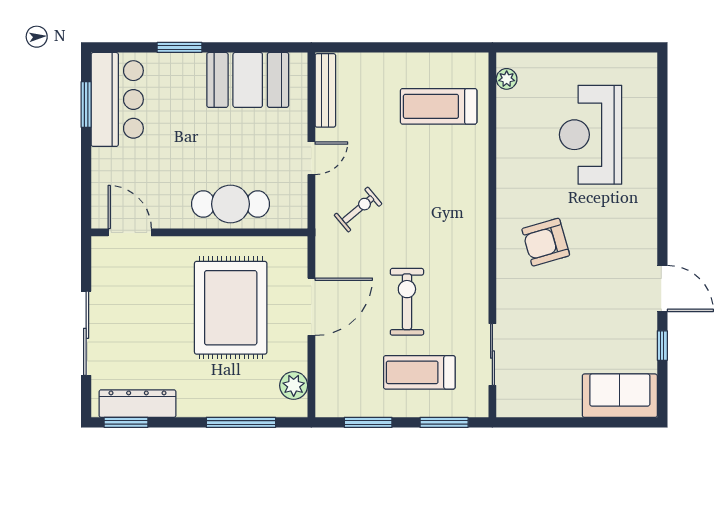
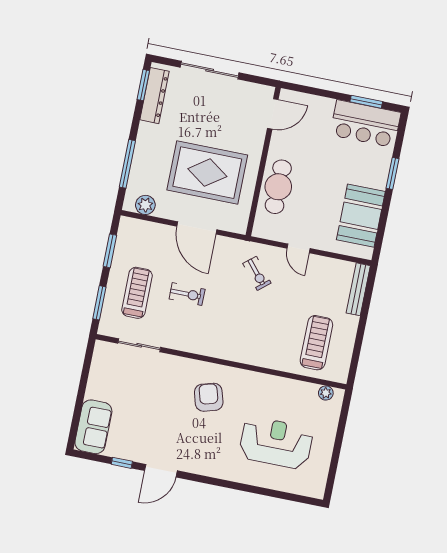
bench: (325, 90) -> (358, 289), moved, turned 90
exercise bike: (407, 302) -> (187, 294), width x0.73, depth x0.72

